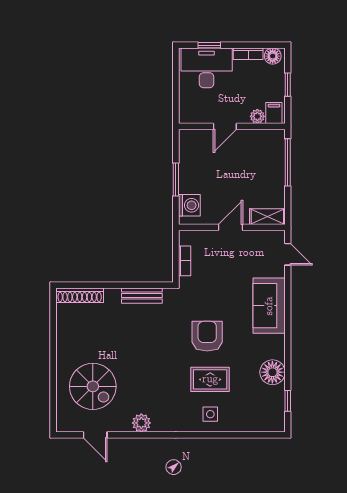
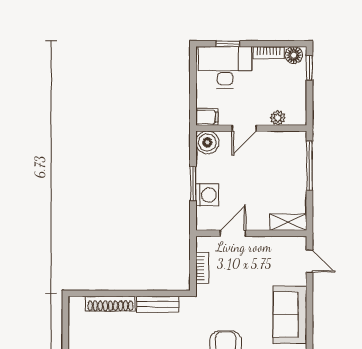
window: (288, 85) -> (309, 68), moved
filing cabinet: (274, 113) -> (207, 117), moved, turned 90
boiler: (190, 140) -> (207, 142), added
washing machine: (189, 205) -> (207, 195), moved
door: (231, 227) -> (233, 233), moved
shoe rack: (80, 295) -> (110, 304), moved

